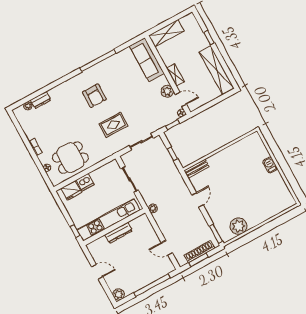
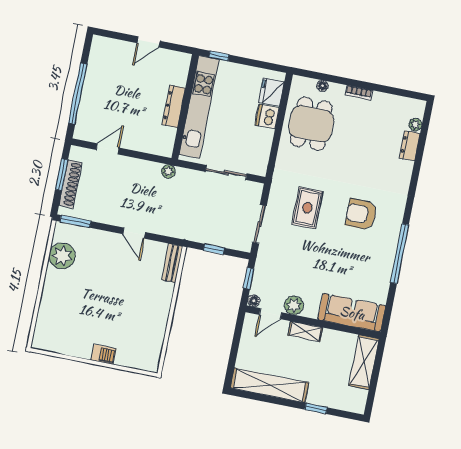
plant: (119, 294) -> (100, 45), removed

